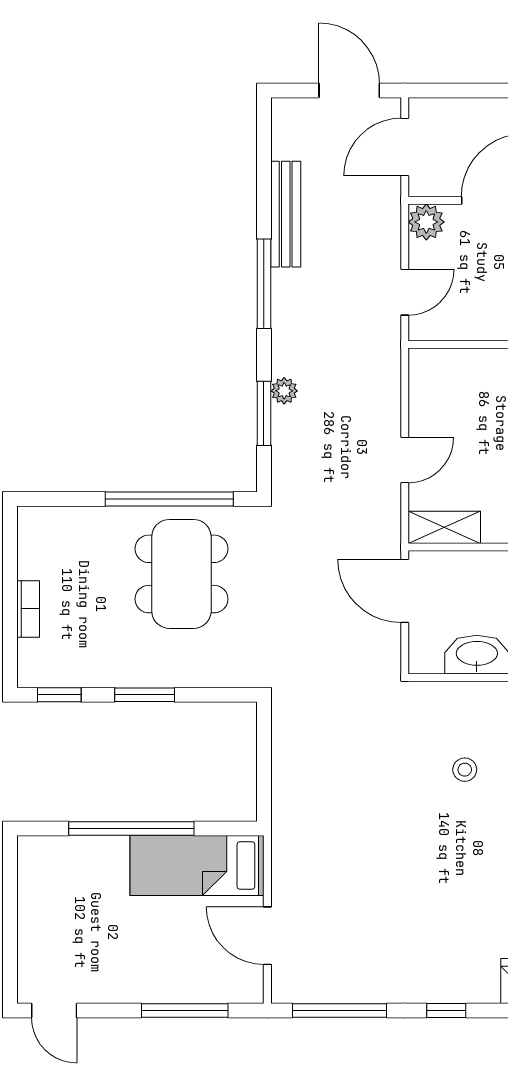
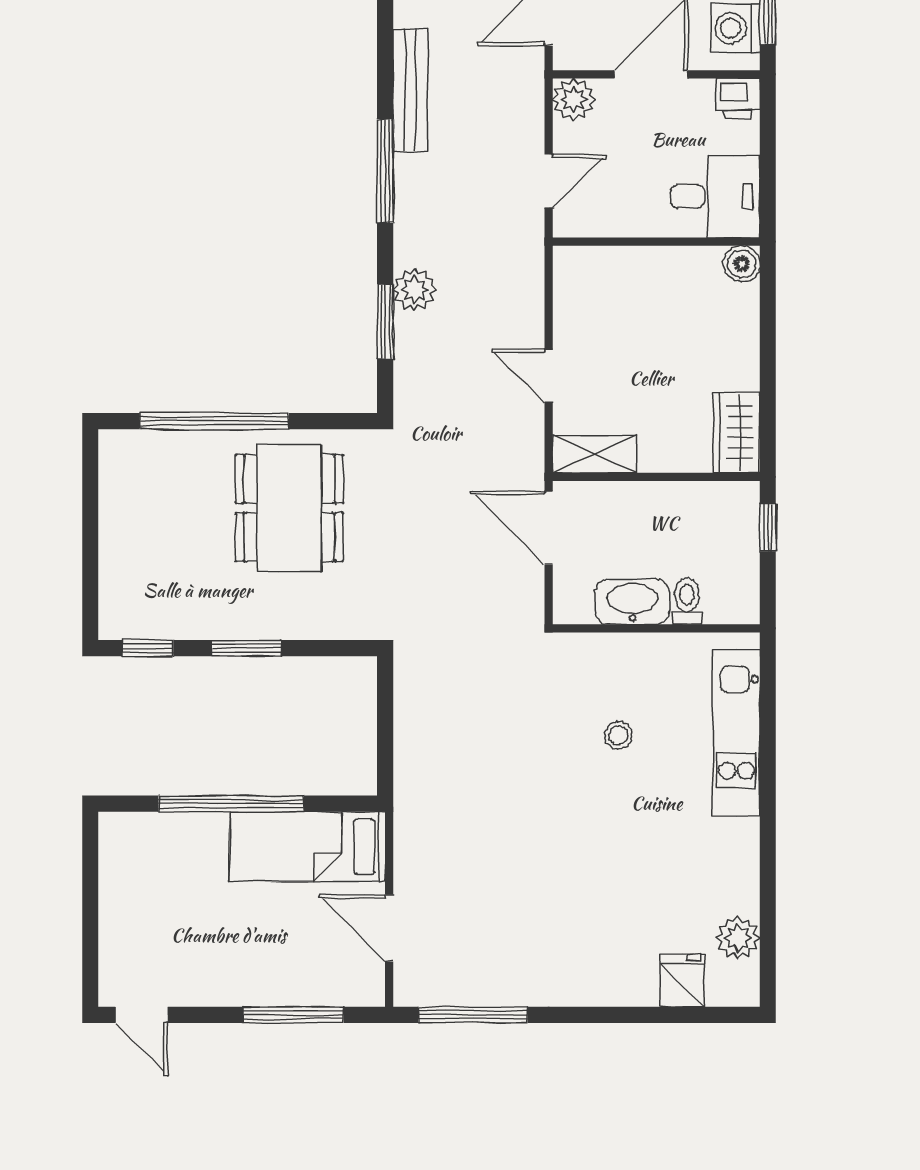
plant: (284, 391) -> (414, 290), width x1.38, depth x1.38
door: (405, 460) -> (549, 376), swing flipped
window: (169, 499) -> (214, 421), moved
bookcase: (28, 609) -> (111, 549), removed
window: (446, 1010) -> (597, 1015), removed

